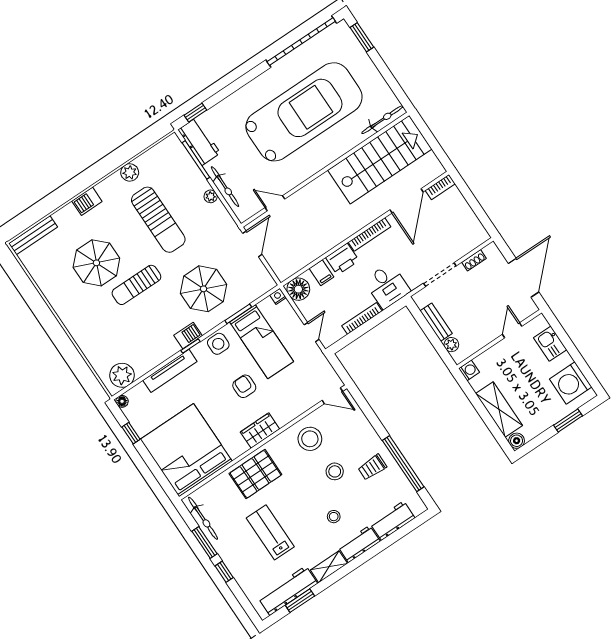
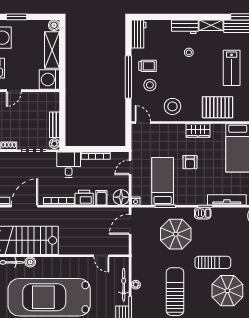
boiler: (355, 139) -> (30, 262), added
door: (252, 244) -> (130, 224), moved
side table: (218, 344) -> (188, 197), removed
plant: (451, 345) -> (54, 144), moved
washing machine: (469, 370) -> (49, 80), width x1.89, depth x1.89
window: (403, 464) -> (128, 77), moved
stool: (335, 471) -> (150, 85), moved
workbench: (393, 521) -> (139, 34), moved, turned -90

